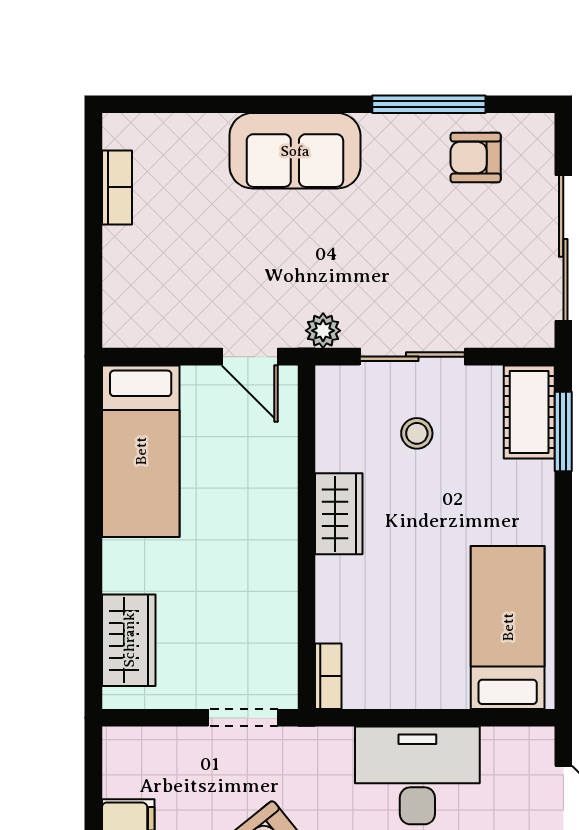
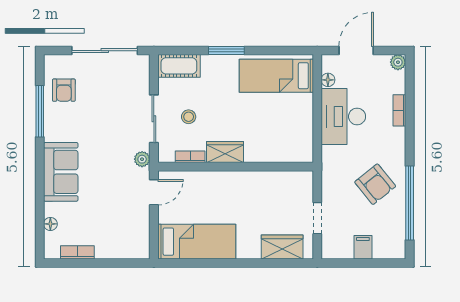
floor lamp: (180, 128) -> (50, 224), added
window: (563, 432) -> (226, 51), moved
bookcase: (328, 676) -> (190, 157), moved
doorway: (243, 718) -> (317, 218), moved
floor lamp: (498, 742) -> (328, 80), added

